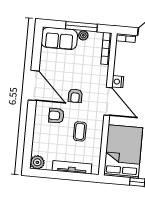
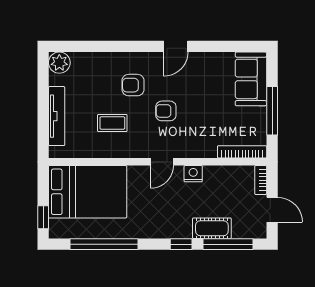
plant: (83, 35) -> (259, 115), removed
door: (34, 85) -> (176, 46), width x0.53
door: (108, 101) -> (162, 162), width x0.53
armchair: (56, 116) -> (133, 85), turned -90

